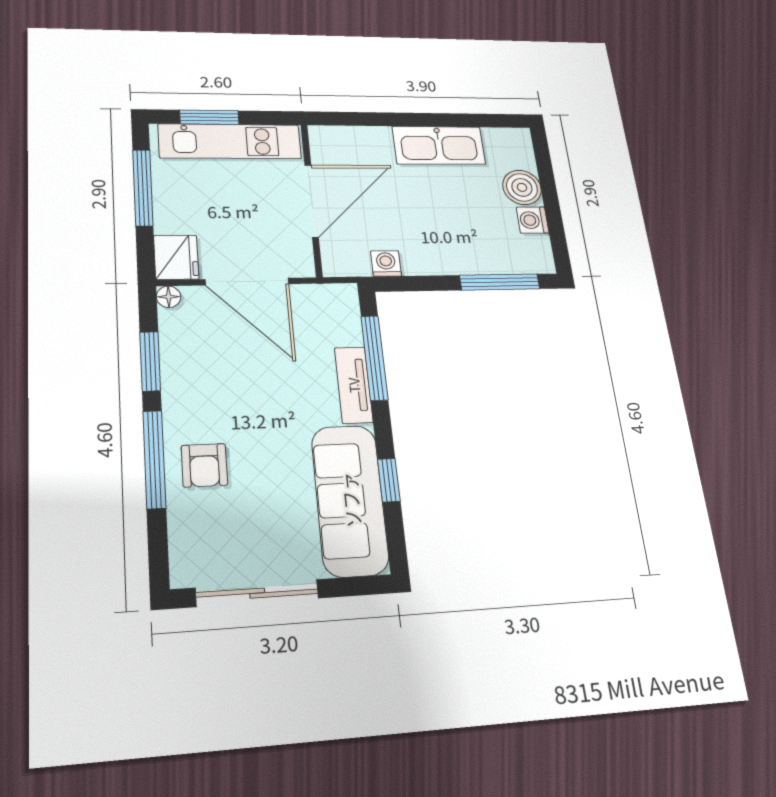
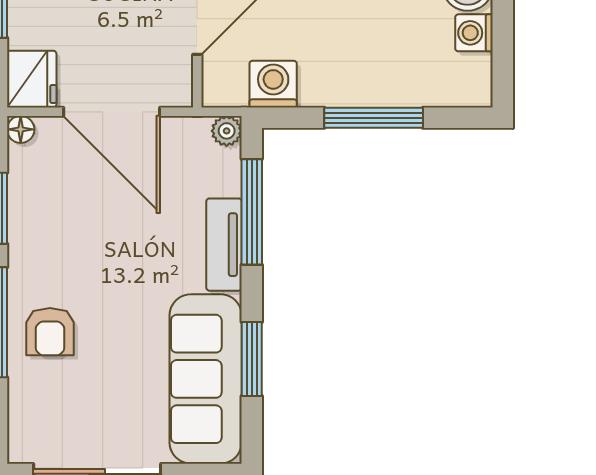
washing machine: (386, 263) -> (273, 84), width x1.38, depth x1.38
window: (500, 282) -> (374, 118), moved
plant: (346, 295) -> (227, 131), added
window: (389, 480) -> (252, 359), width x1.50

